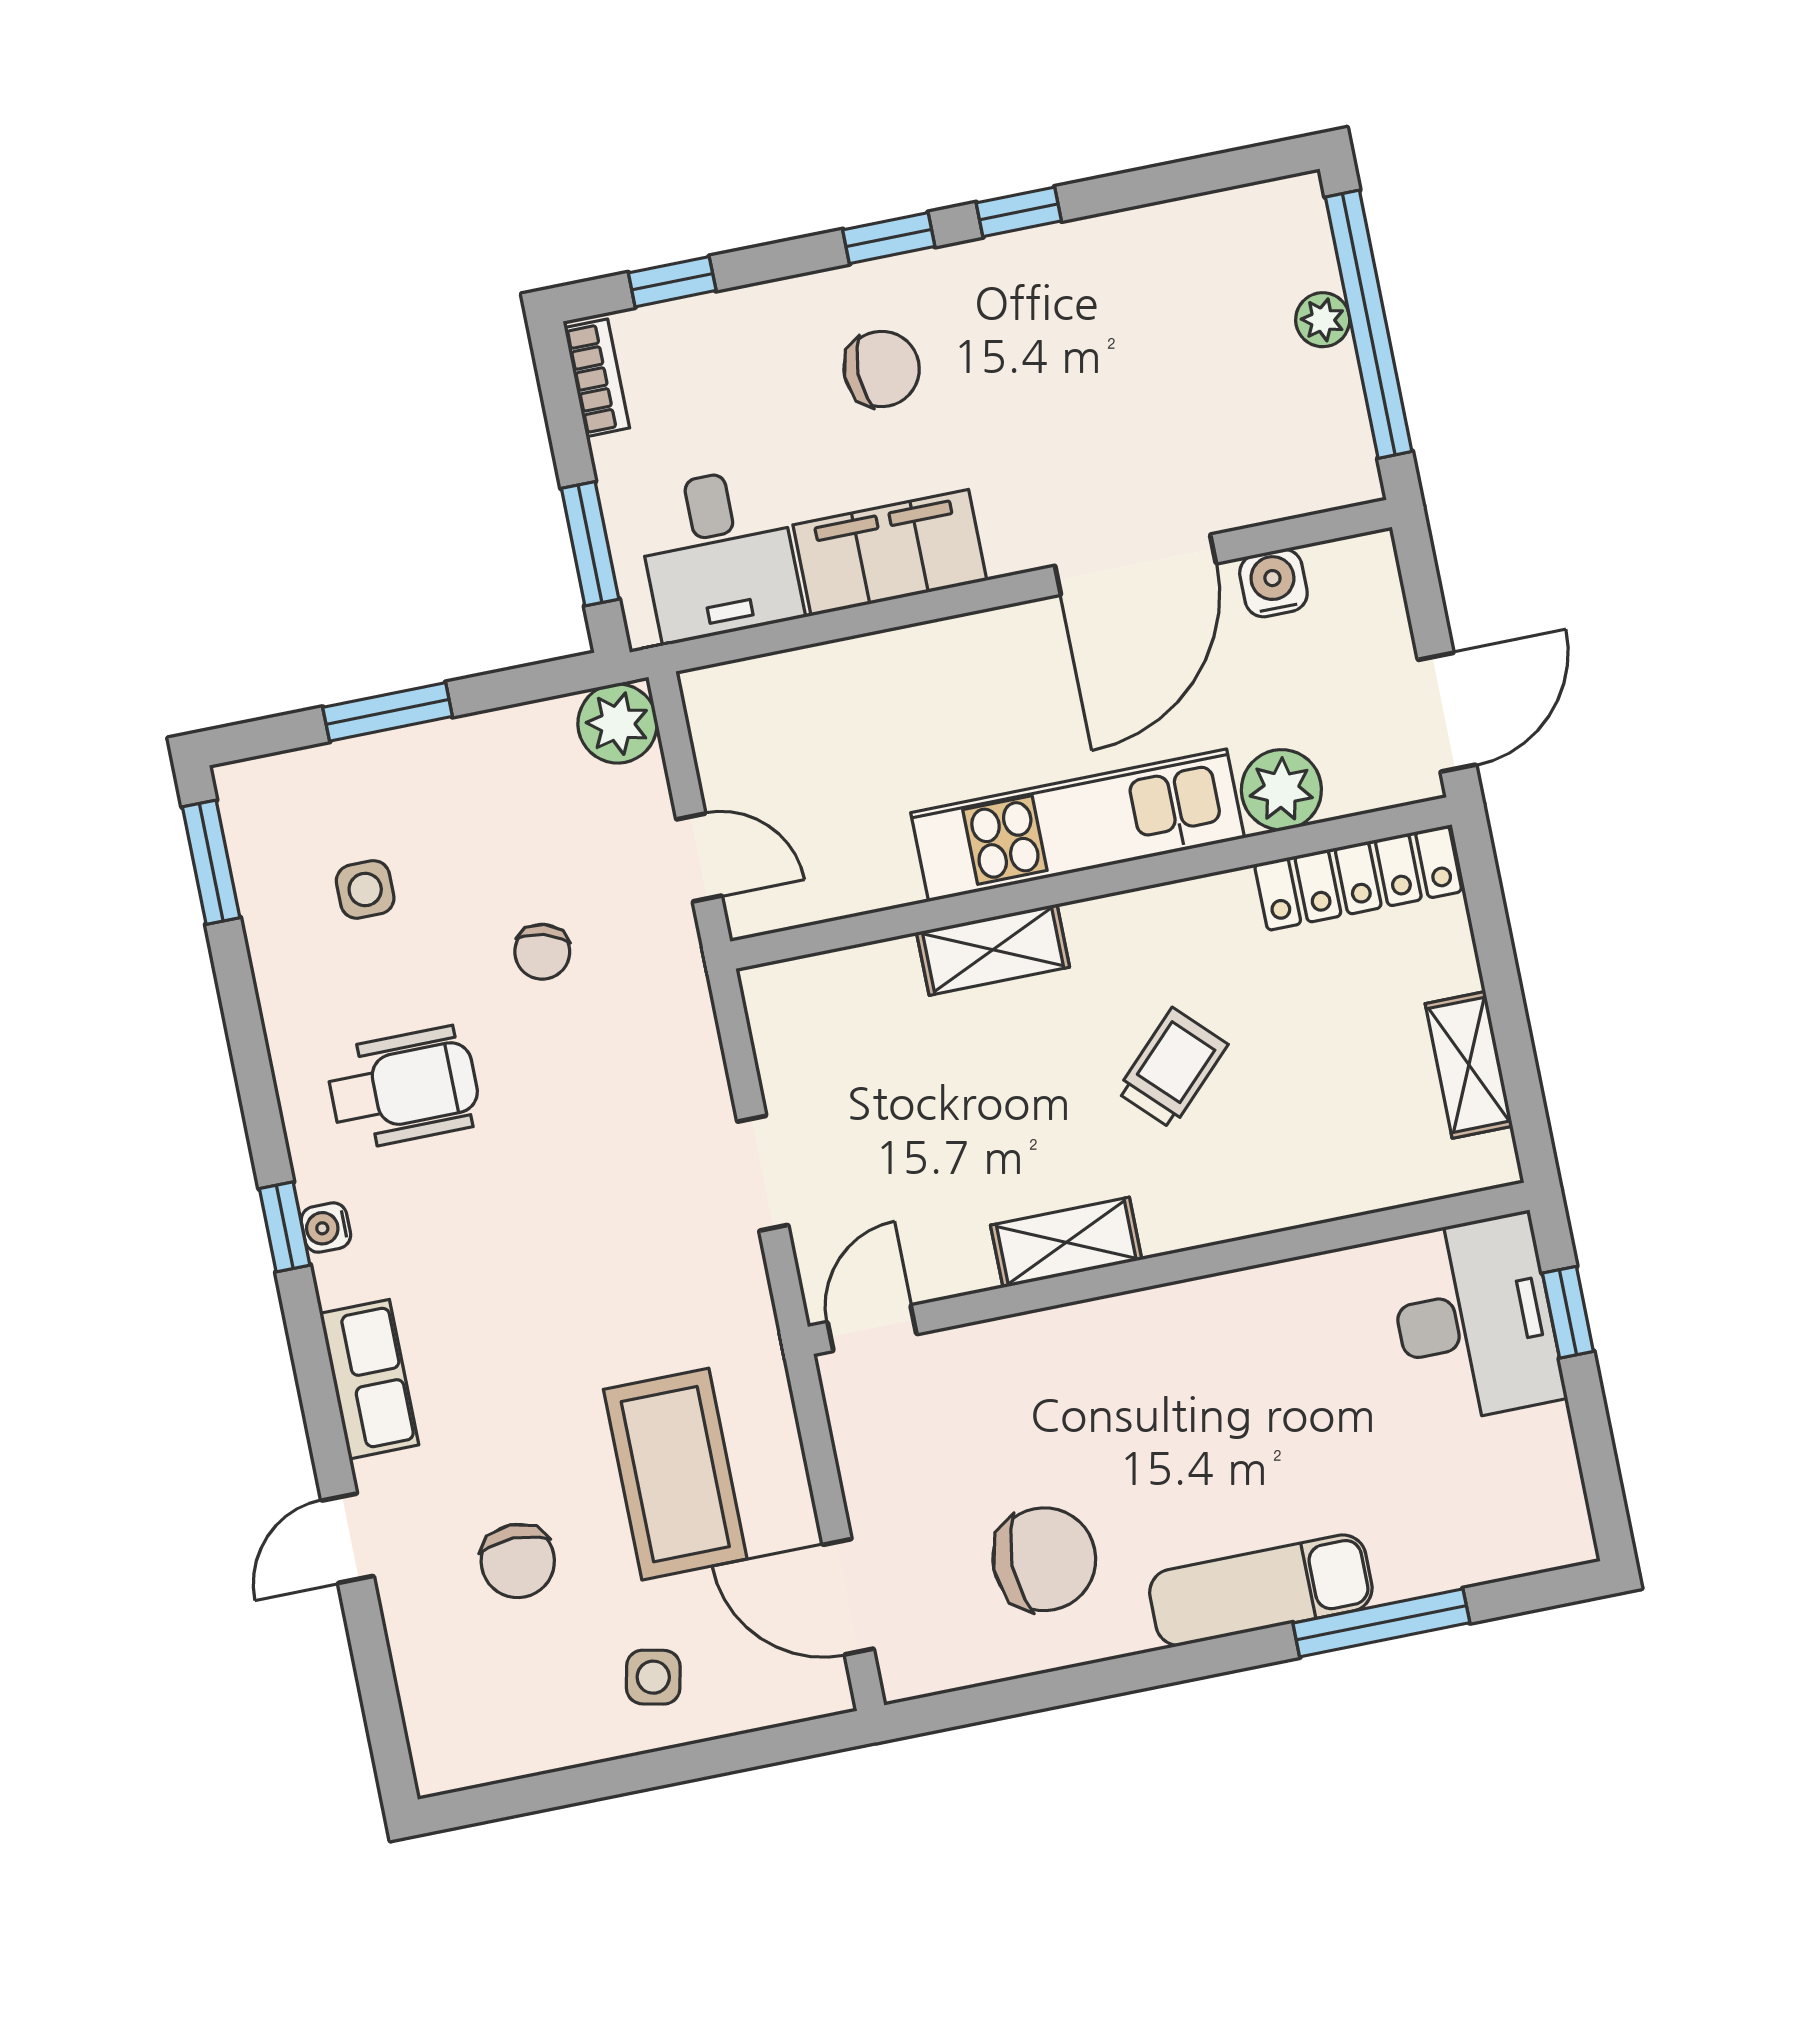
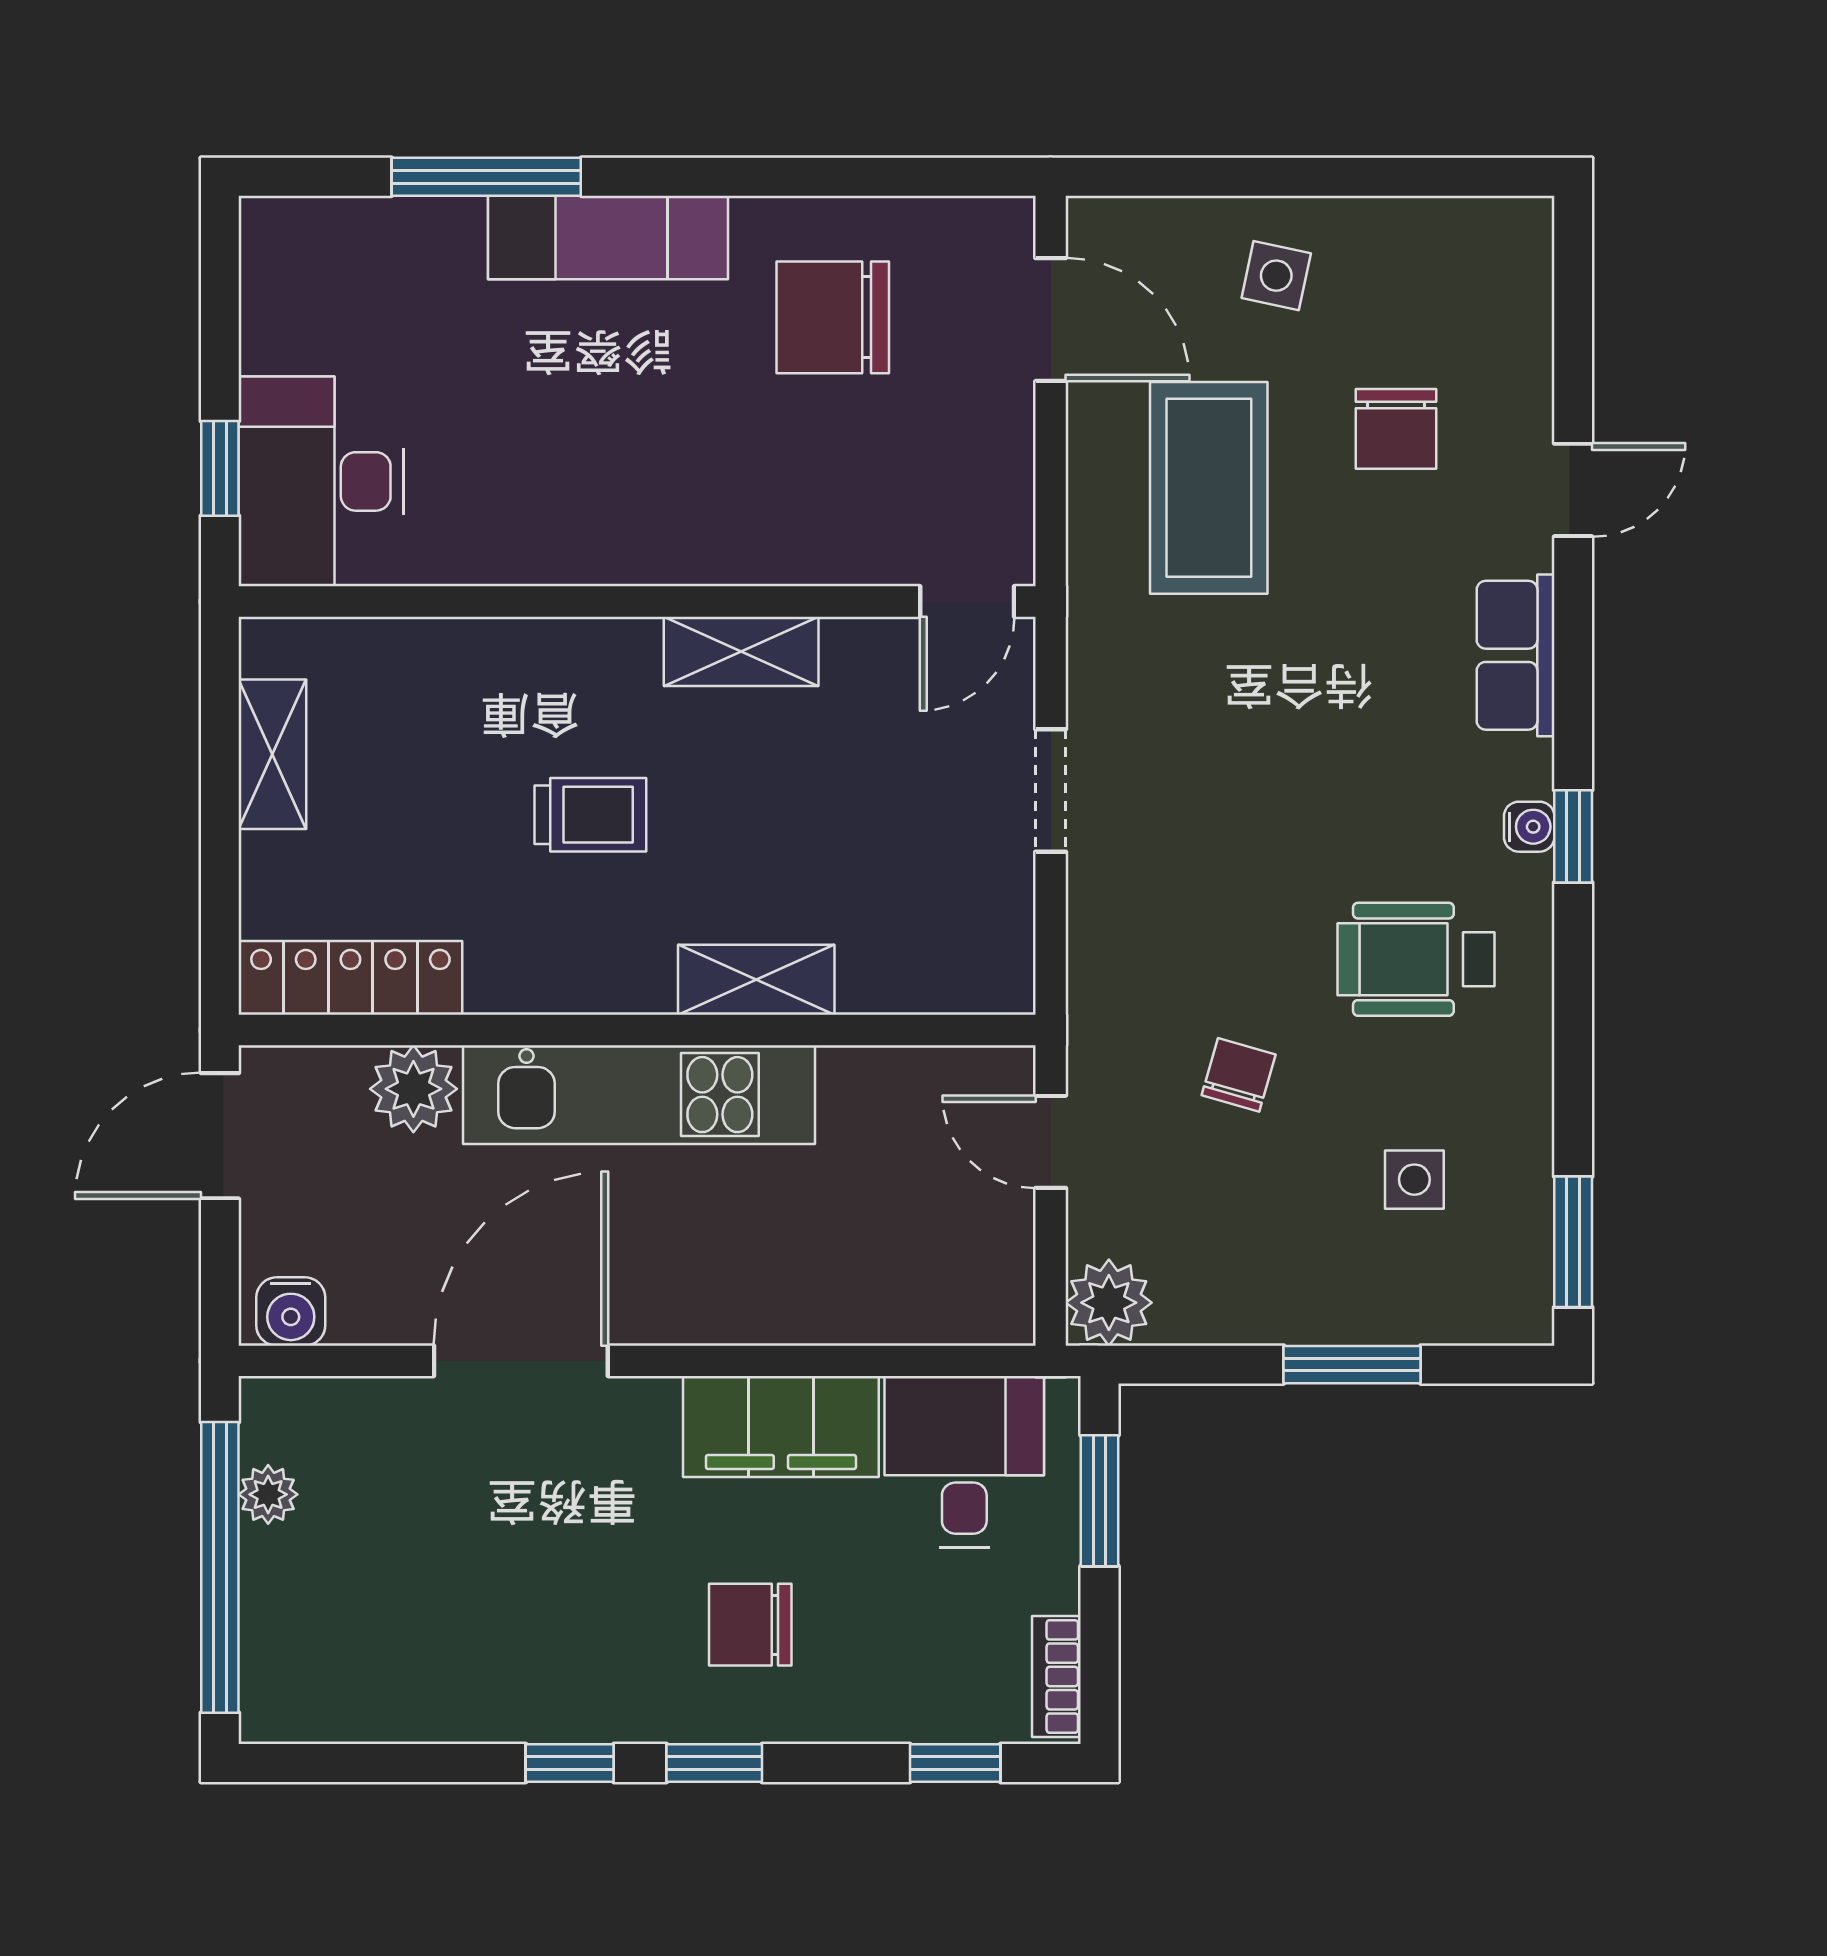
plant: (1323, 320) -> (268, 1494), moved
water cooler: (1273, 583) -> (291, 1311), moved
trolley: (1172, 1068) -> (590, 815), turned -135
chair: (518, 1561) -> (1396, 429), turned 180

